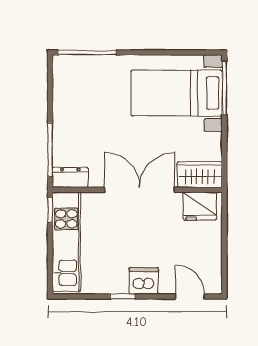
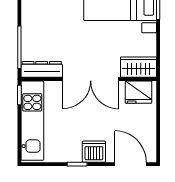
dresser: (70, 177) -> (42, 69), width x1.44
double door: (140, 190) -> (91, 79), swing flipped
door: (190, 296) -> (131, 164), width x1.38

